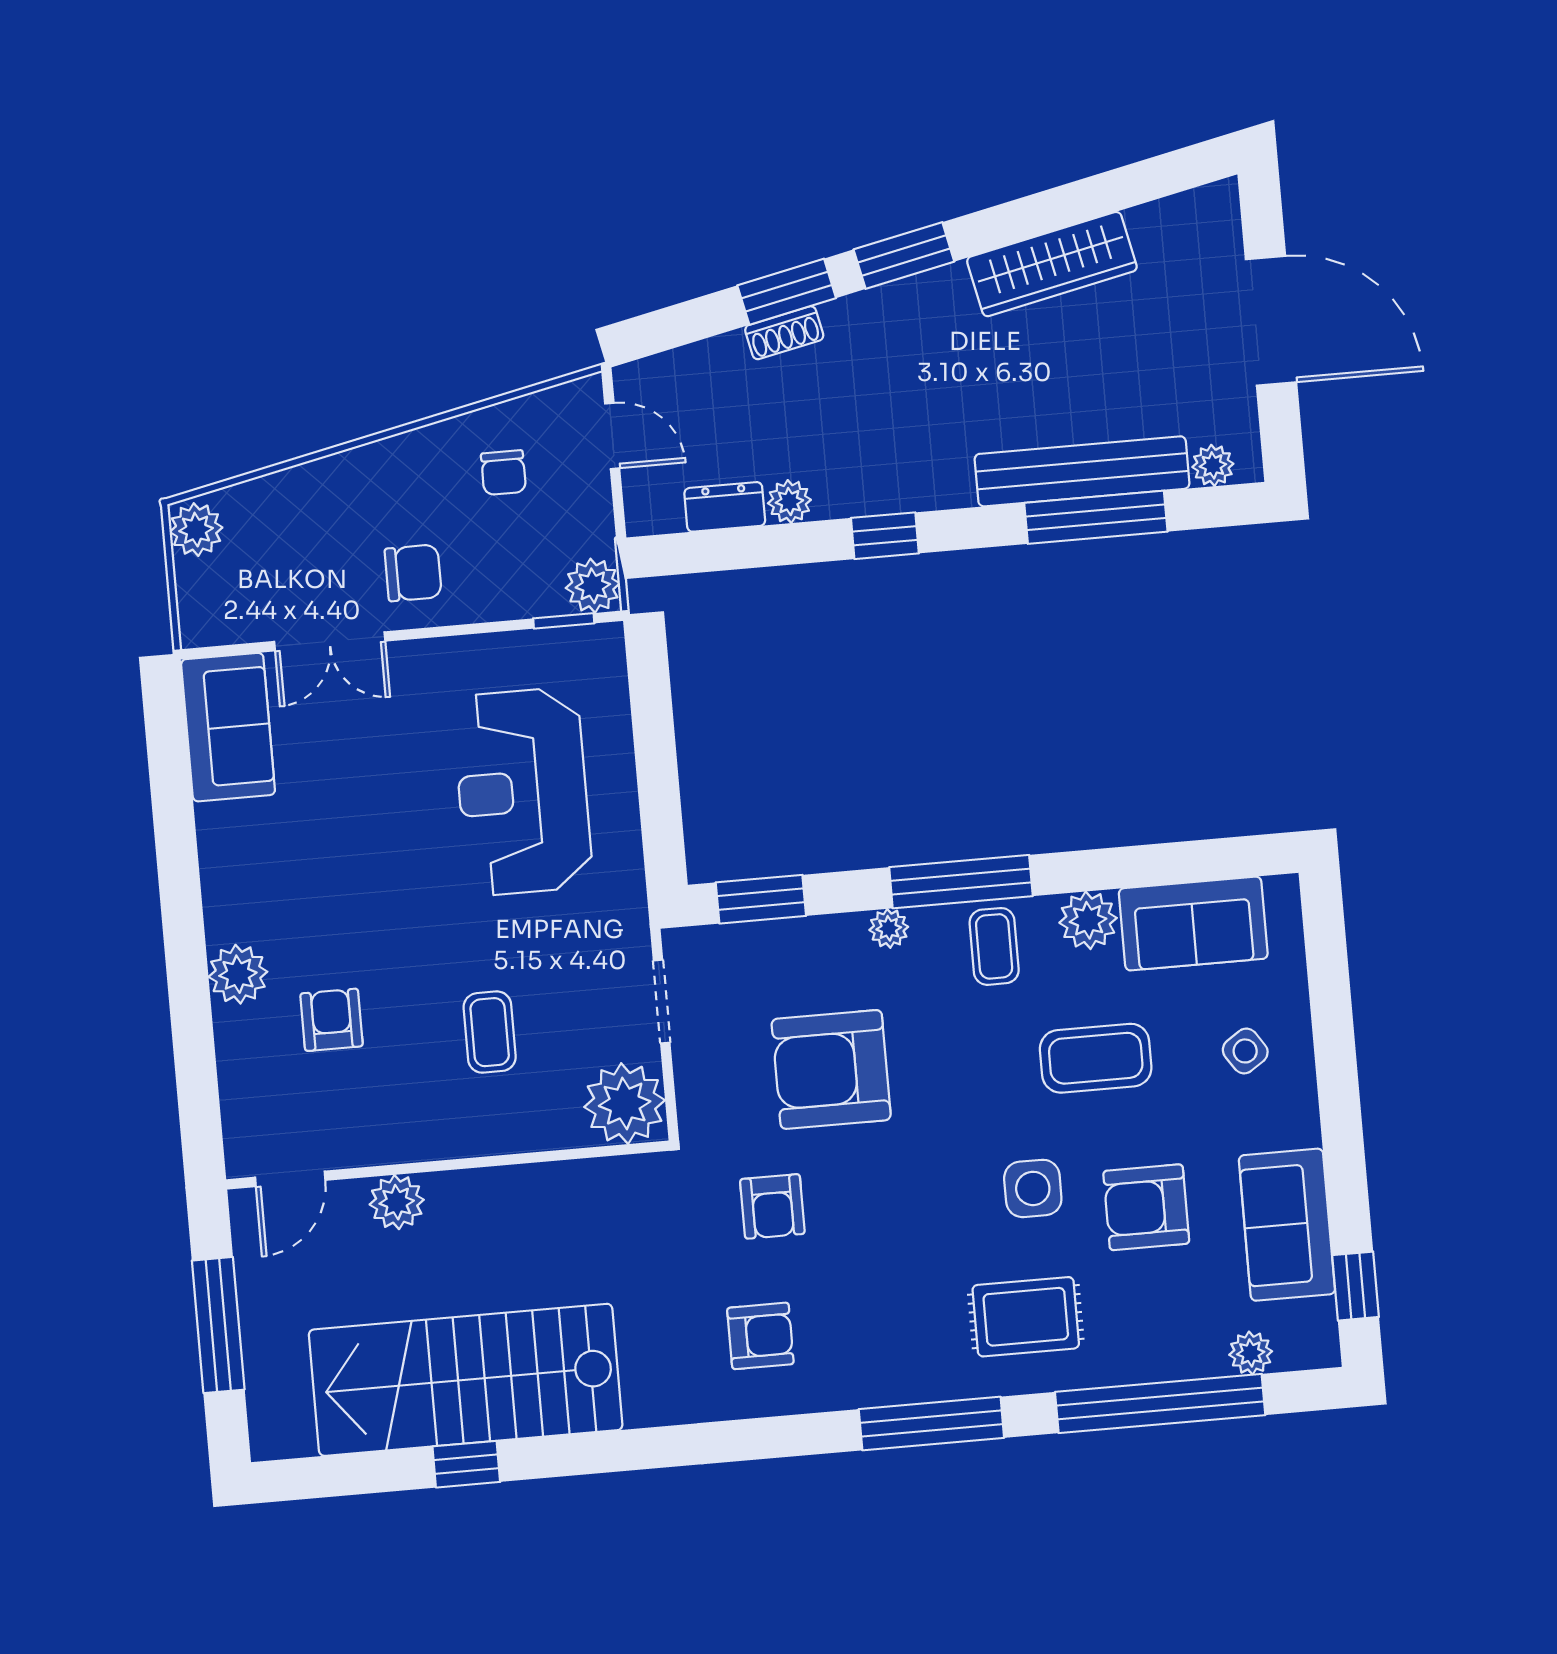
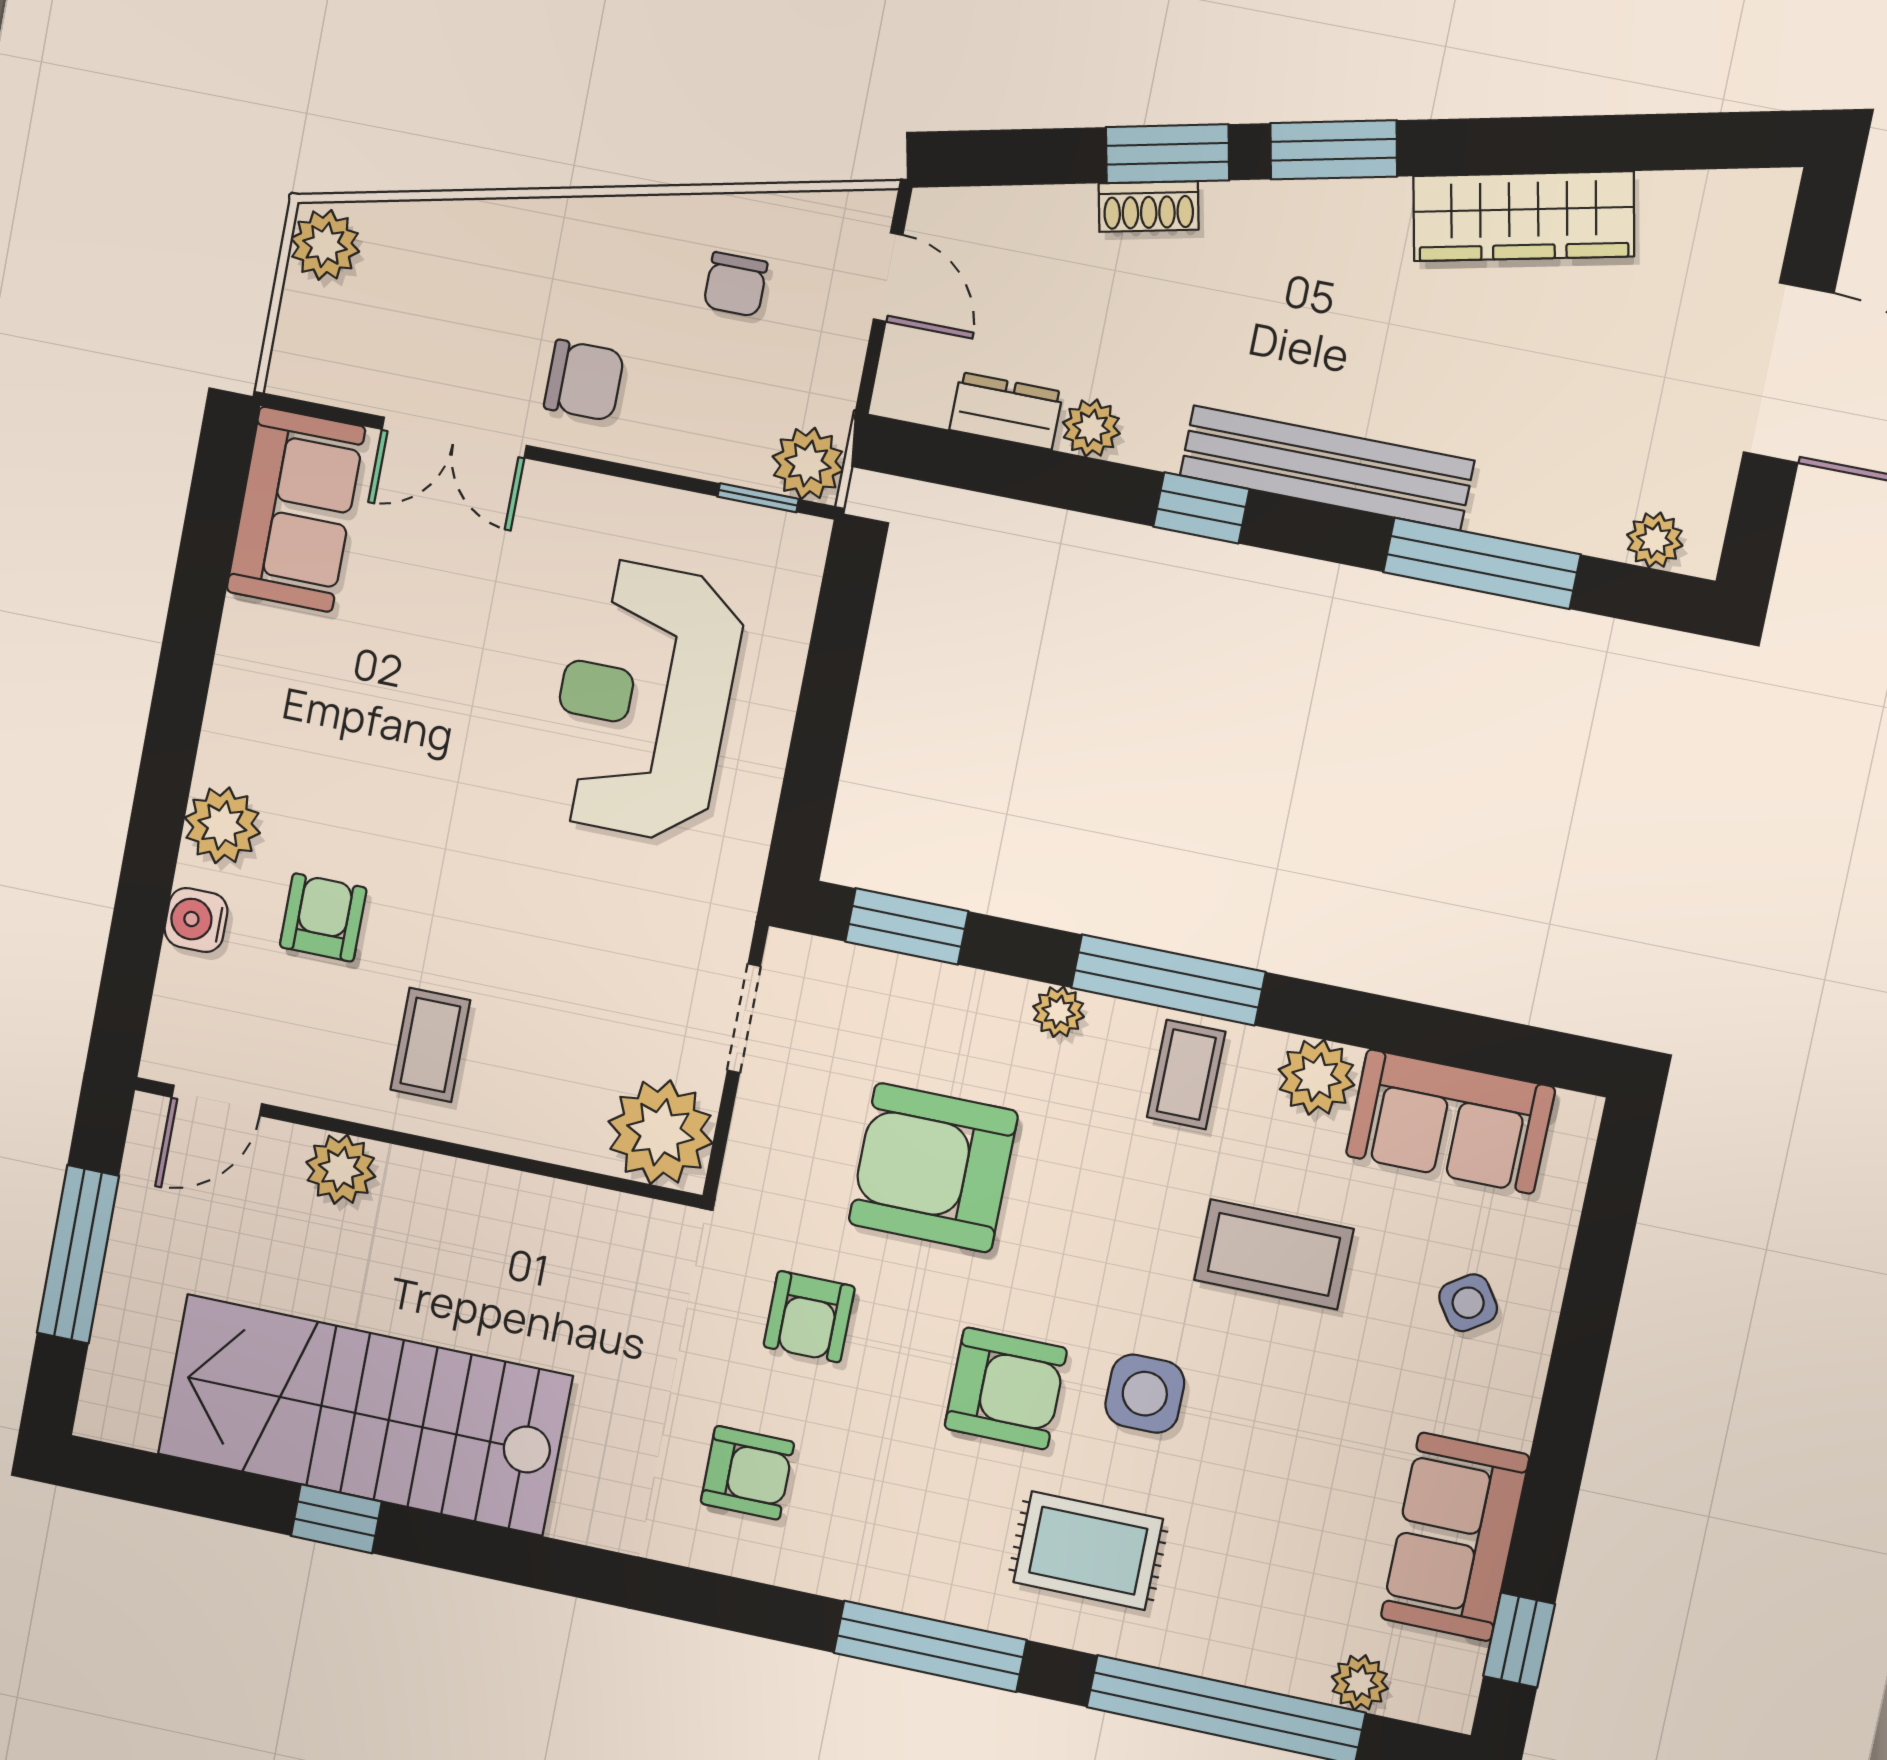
bench: (1082, 471) -> (1327, 468), moved
coffee table: (490, 1032) -> (430, 1045), moved
water cooler: (238, 1050) -> (196, 920), added
armchair: (1146, 1207) -> (1006, 1388), moved, turned 180

